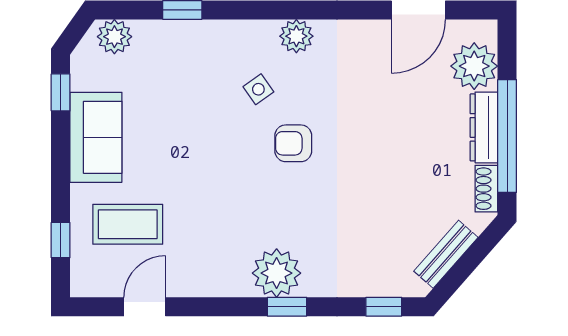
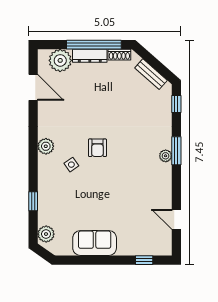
window: (61, 92) -> (73, 260), removed
coffee table: (128, 224) -> (137, 228), removed
plant: (277, 273) -> (166, 156), width x0.53, depth x0.53
window: (287, 307) -> (176, 151), width x1.50

